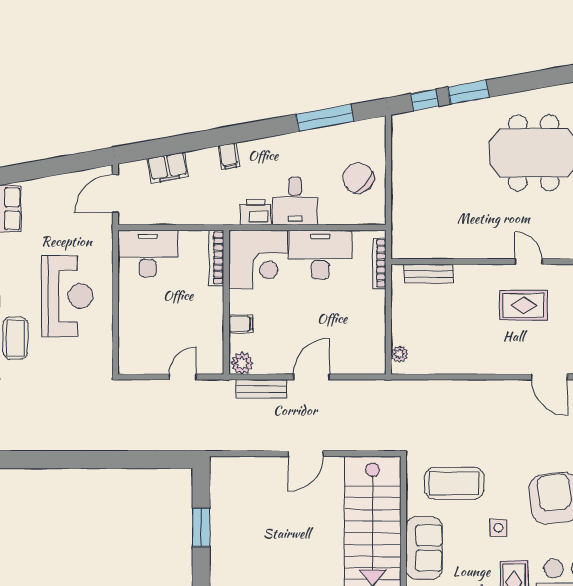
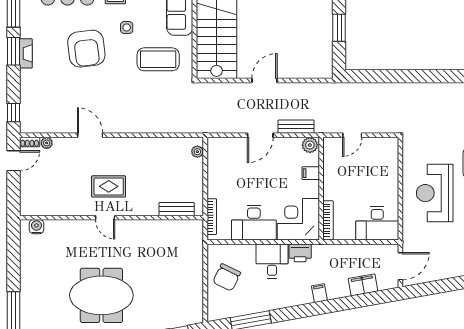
chair: (358, 178) -> (227, 277), turned 73

